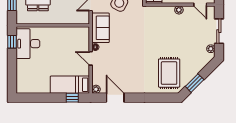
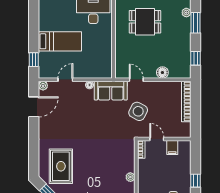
door: (91, 58) -> (65, 80), moved
rug: (169, 73) -> (61, 166), turned 90
bed: (70, 85) -> (60, 41), moved, turned 90

